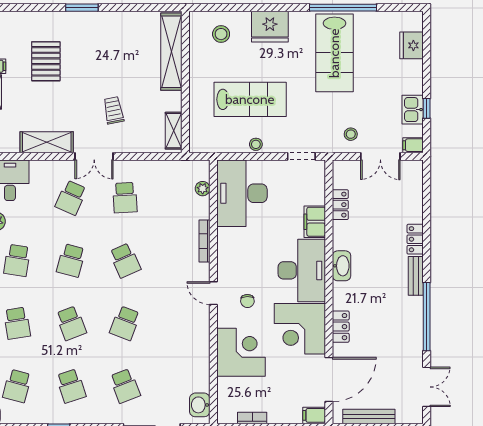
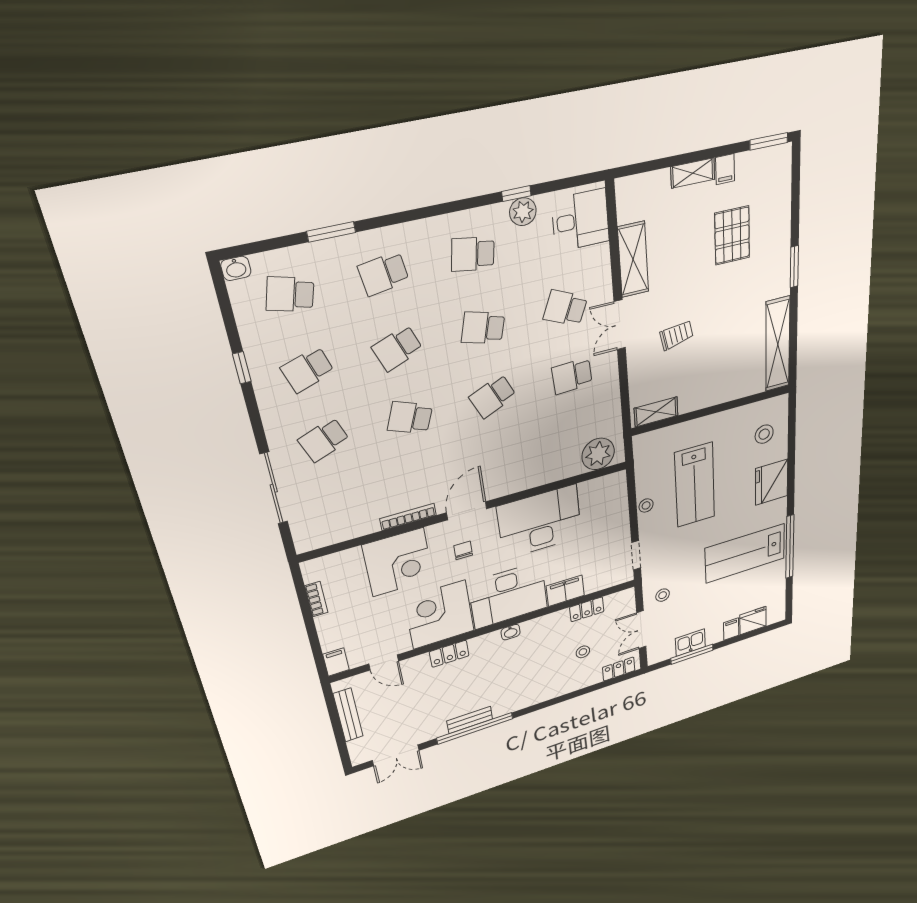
shelving: (171, 52) -> (778, 344), moved, turned 90
pallet: (46, 61) -> (732, 235), turned 90
window: (427, 108) -> (692, 654), width x2.17
filing cabinet: (413, 145) -> (731, 629), moved
plant: (203, 189) -> (598, 454), width x1.88, depth x1.88
desk: (242, 193) -> (540, 522), moved
stool: (383, 212) -> (583, 652), added
locker: (415, 239) -> (619, 669), moved
bookcase: (204, 241) -> (408, 517), moved
washbasin: (341, 266) -> (511, 632), width x0.52, depth x0.69
bench: (416, 276) -> (470, 720), moved
door: (213, 293) -> (467, 511), width x1.38
chair: (247, 301) -> (463, 550), turned 91
door: (329, 380) -> (384, 662), width x0.53
washbasin: (200, 405) -> (319, 536), removed

